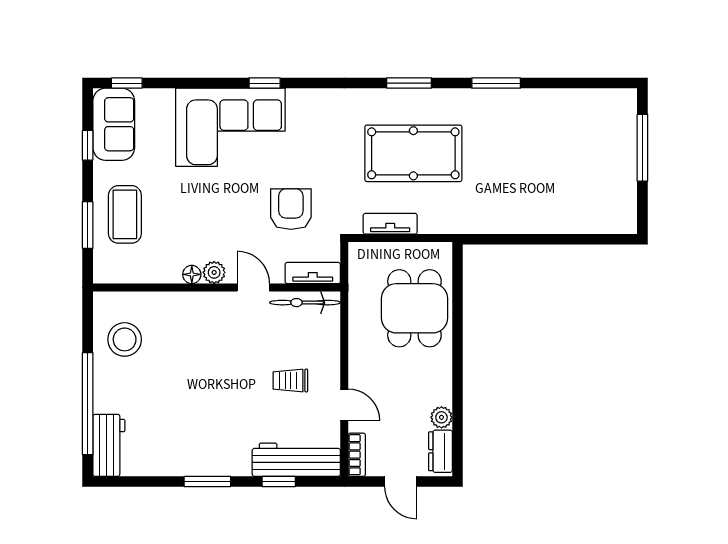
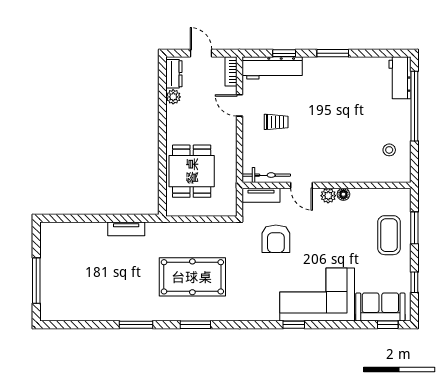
sofa: (114, 124) -> (380, 307), moved, turned 90
tv unit: (390, 224) -> (126, 229), moved
stool: (125, 339) -> (389, 150), width x0.53, depth x0.53

